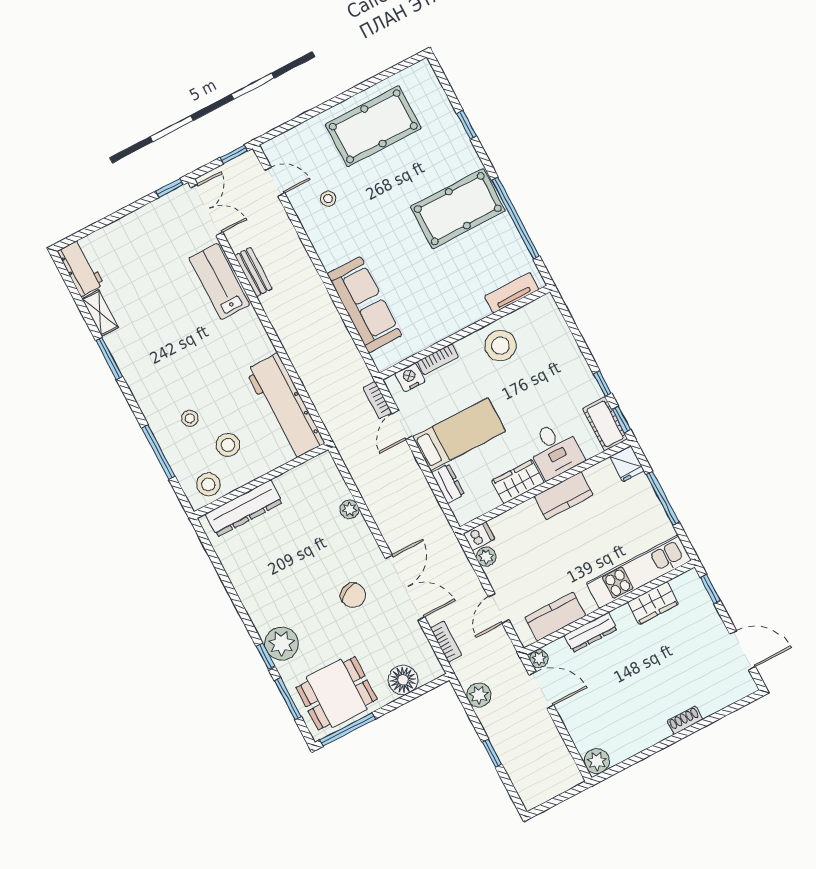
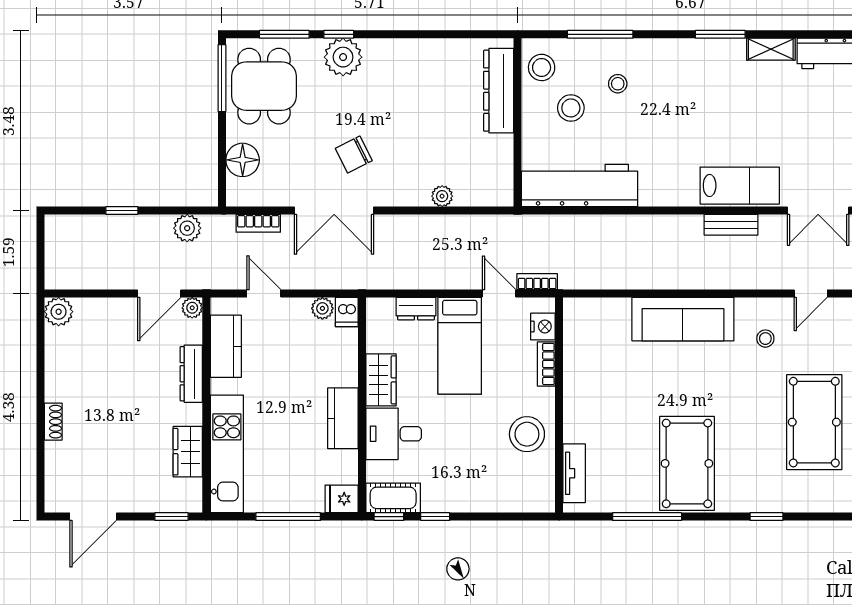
window: (516, 218) -> (647, 517), width x0.68
sofa: (364, 305) -> (683, 319), moved

